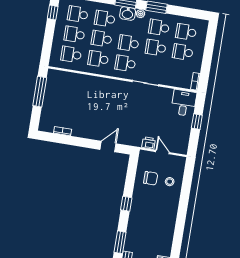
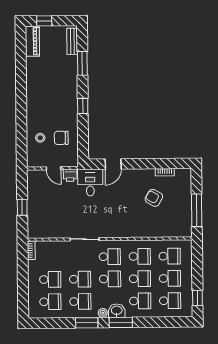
desk: (184, 103) -> (90, 183), moved, turned 180
armchair: (76, 110) -> (154, 198), added

